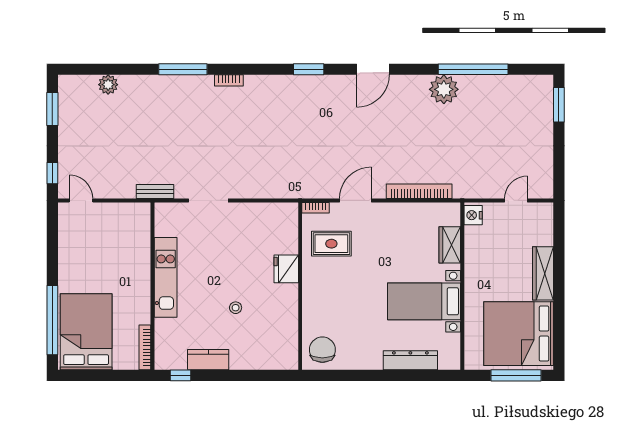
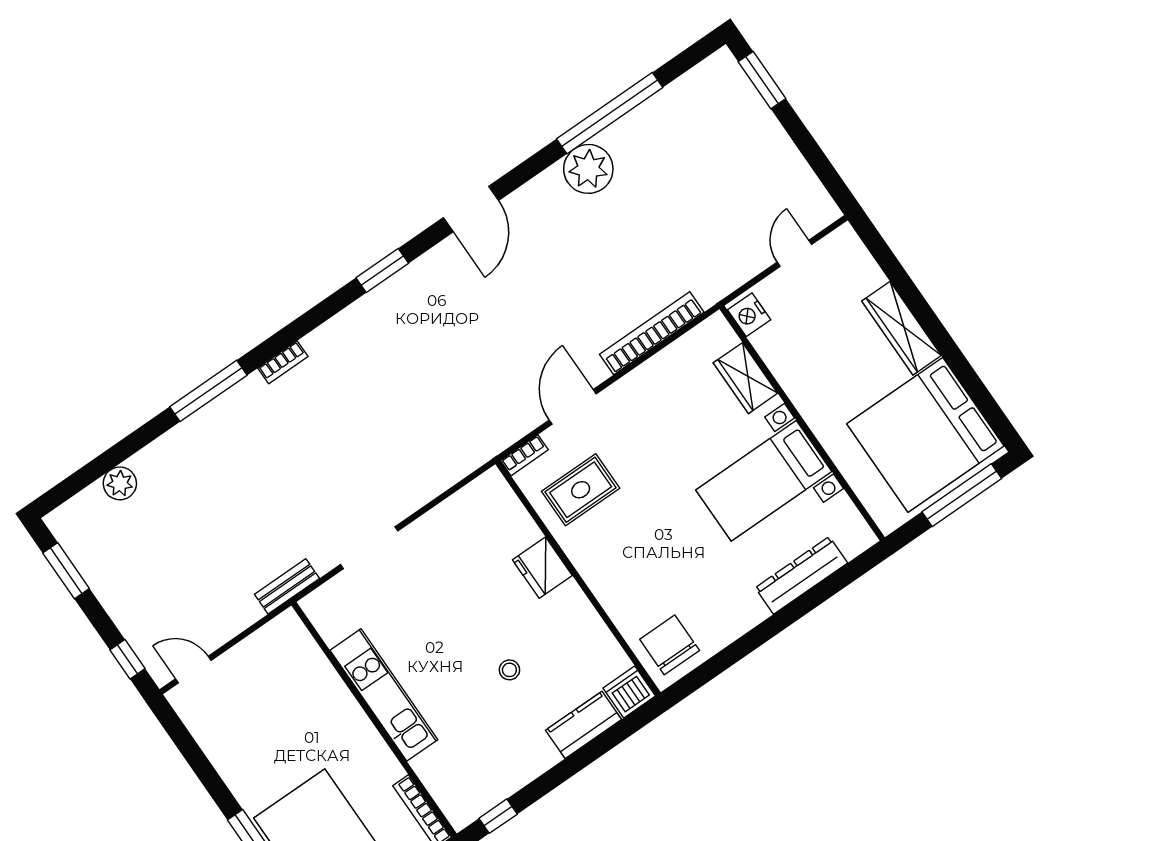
dishwasher: (287, 359) -> (629, 692), added
kitchen counter: (208, 360) -> (584, 725), moved

